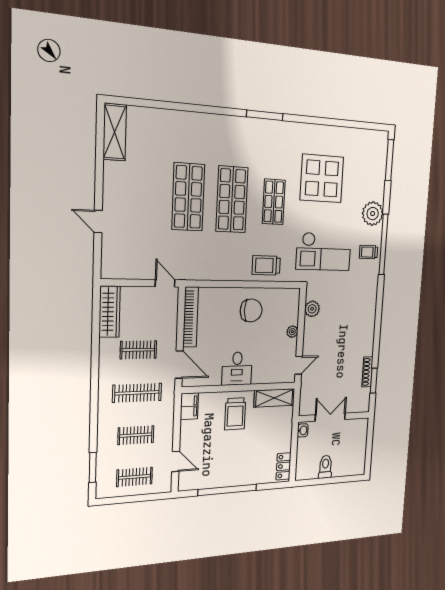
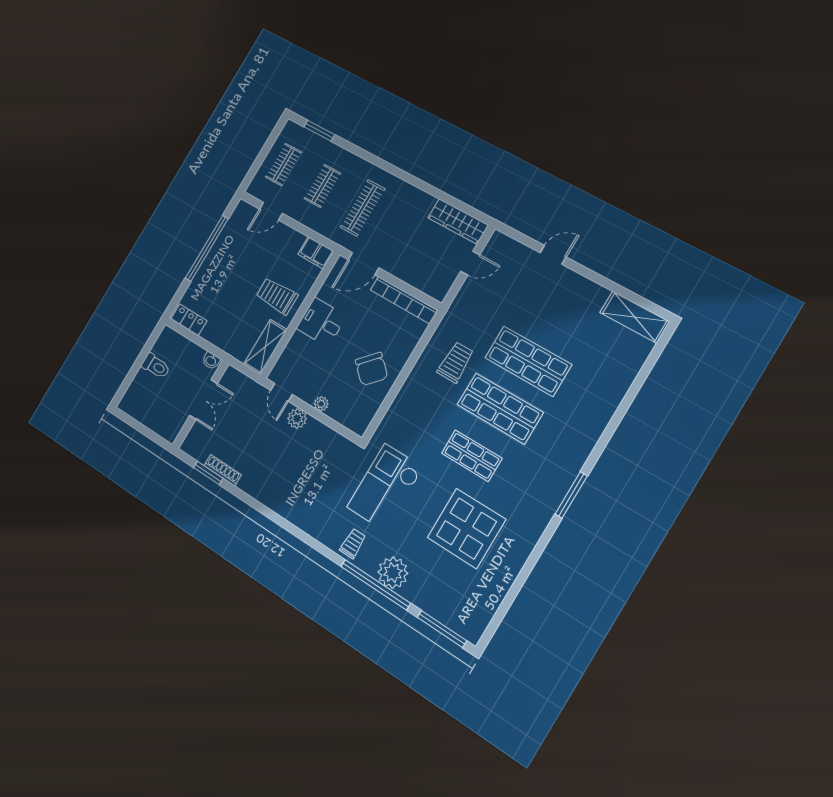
window: (383, 244) -> (376, 585), moved
trolley: (266, 265) -> (455, 362), moved
door: (165, 283) -> (470, 263), moved
plant: (312, 309) -> (297, 418), moved
chair: (251, 310) -> (372, 369), turned -47
clothes rail: (138, 350) -> (404, 230), removed

